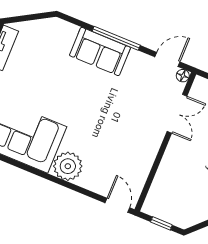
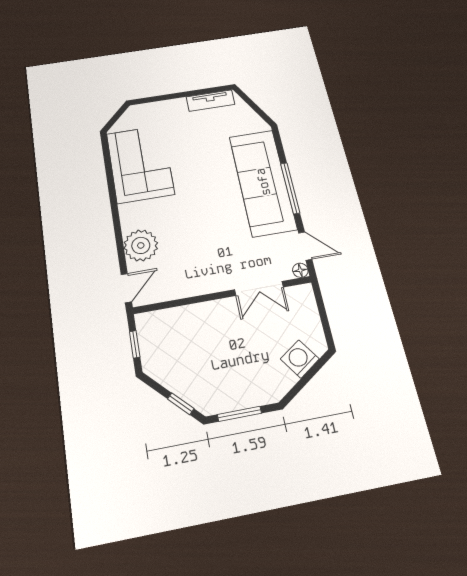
sofa: (100, 51) -> (263, 182), width x1.85, depth x1.27
plant: (68, 166) -> (141, 245), moved

